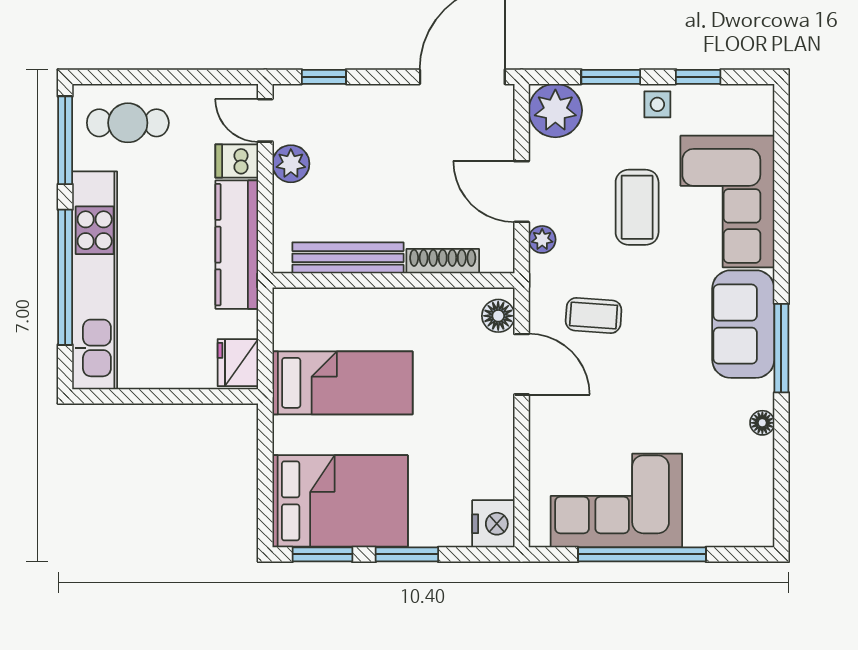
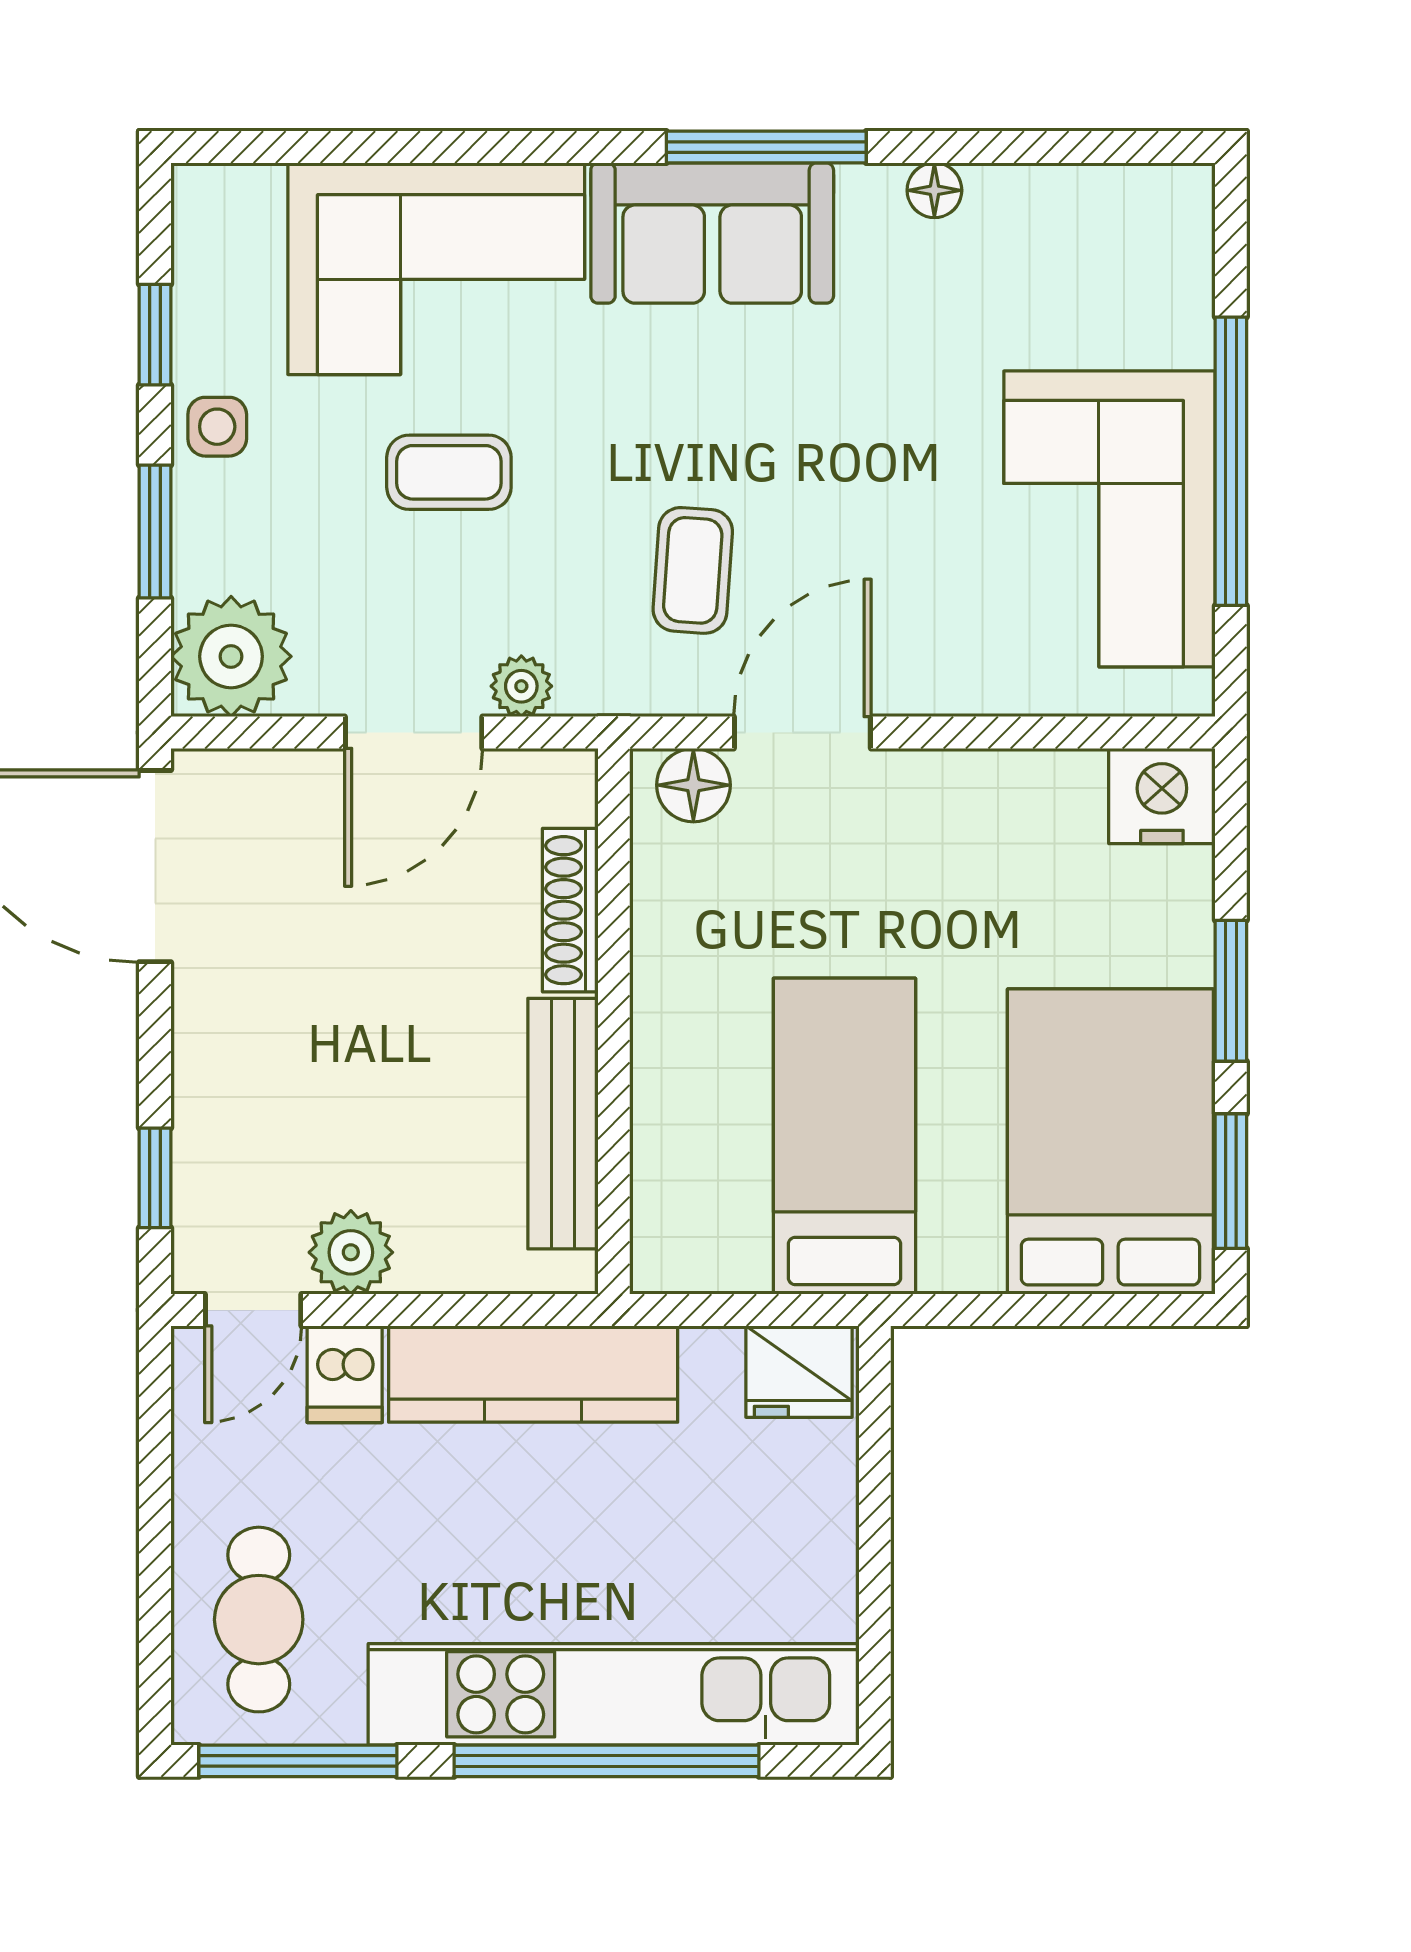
coffee table: (637, 207) -> (449, 472), width x0.73, depth x0.77

